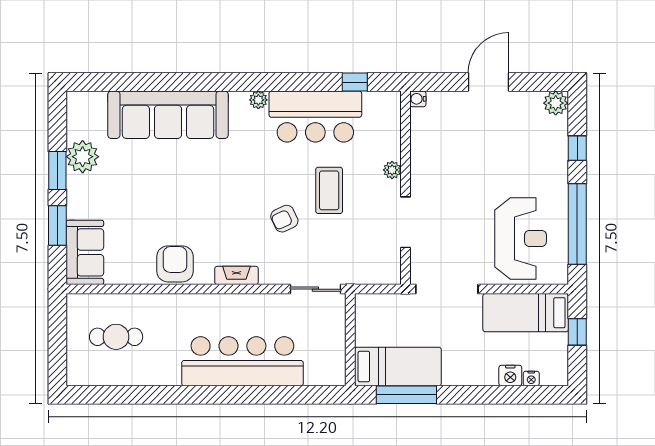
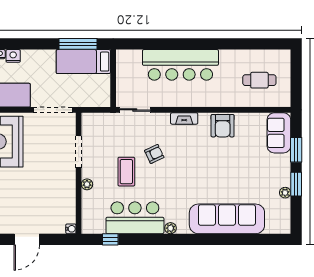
plant: (83, 157) -> (285, 193), width x0.53, depth x0.53

